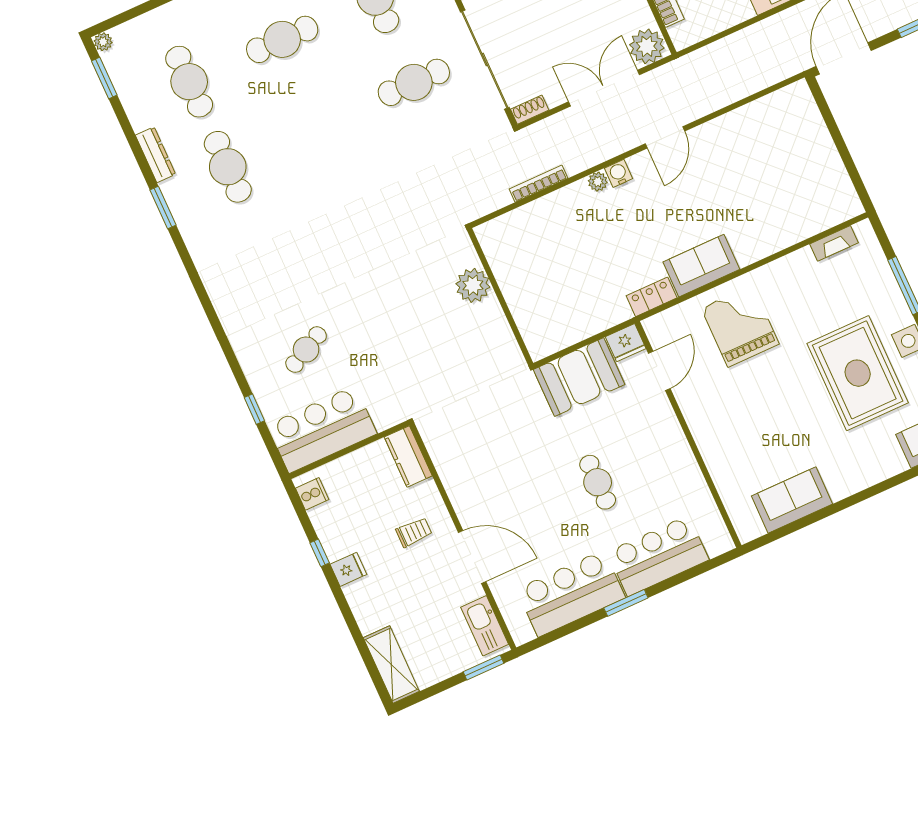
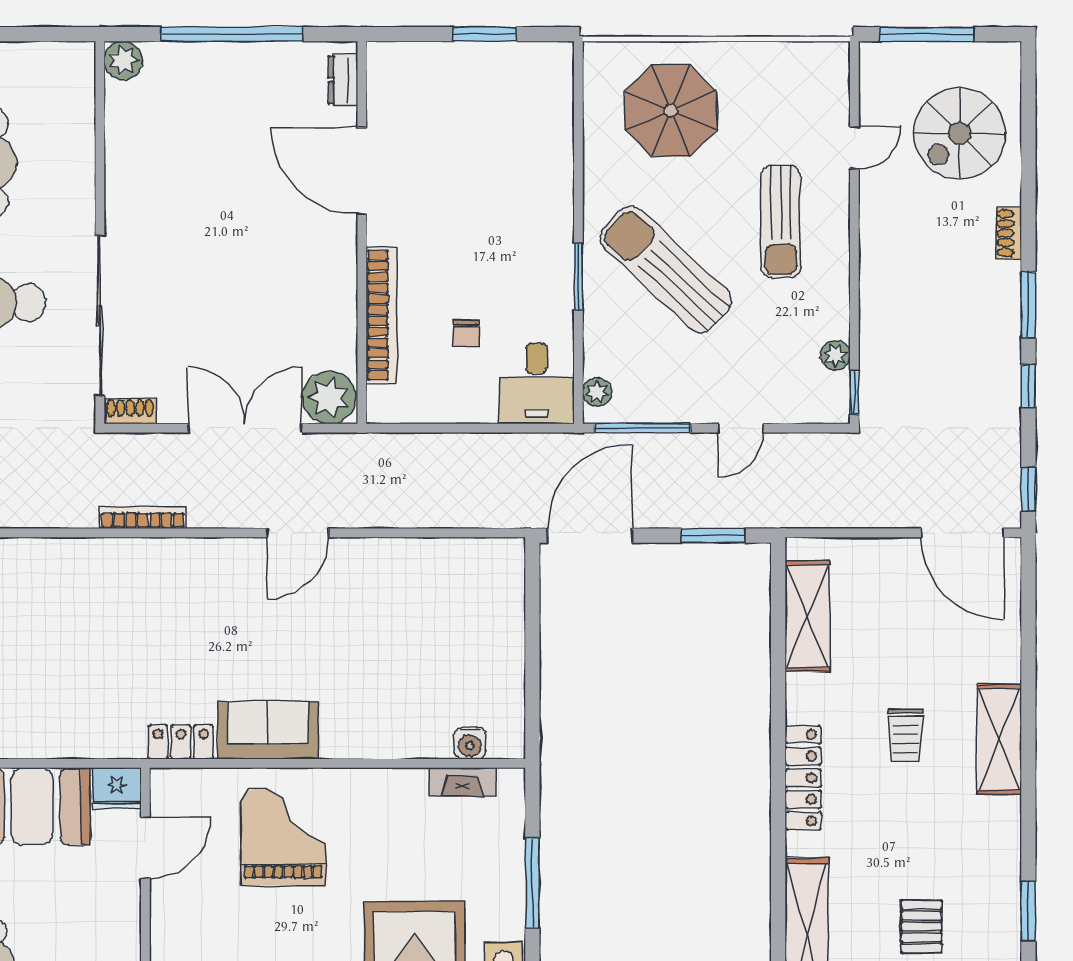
water cooler: (618, 173) -> (470, 743), moved, turned 180
plant: (598, 182) -> (179, 552), removed
bookcase: (539, 184) -> (143, 518), moved

